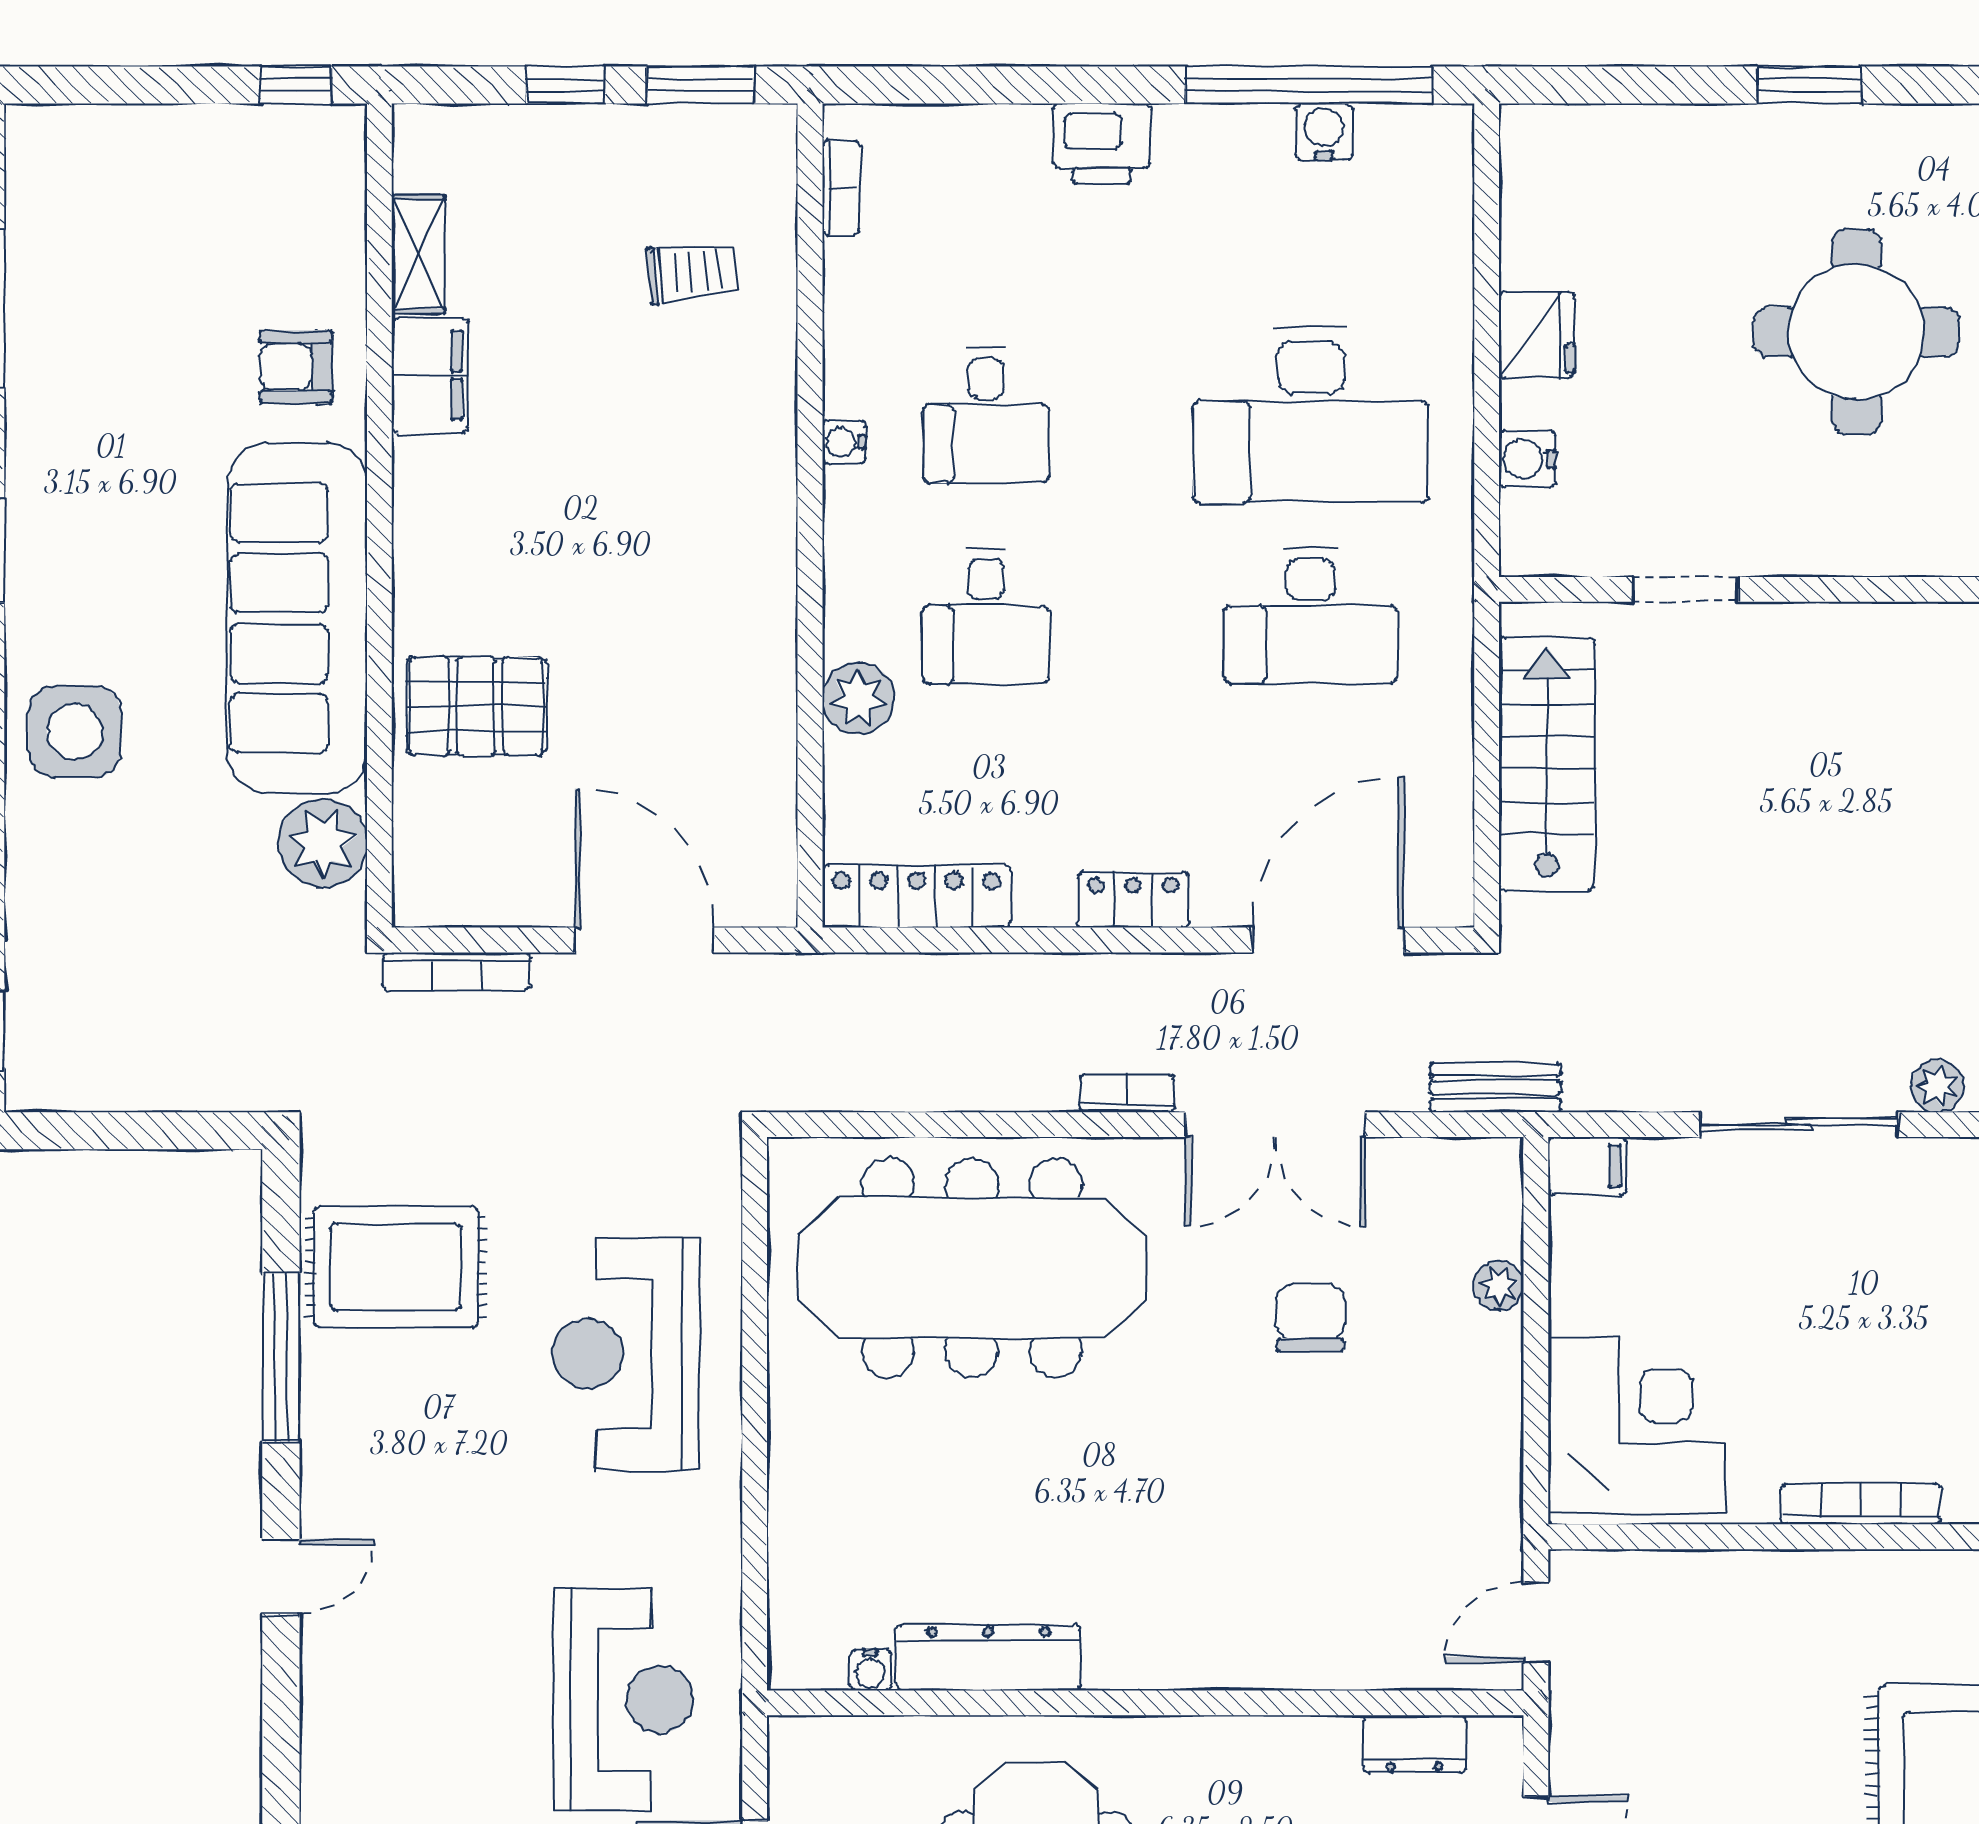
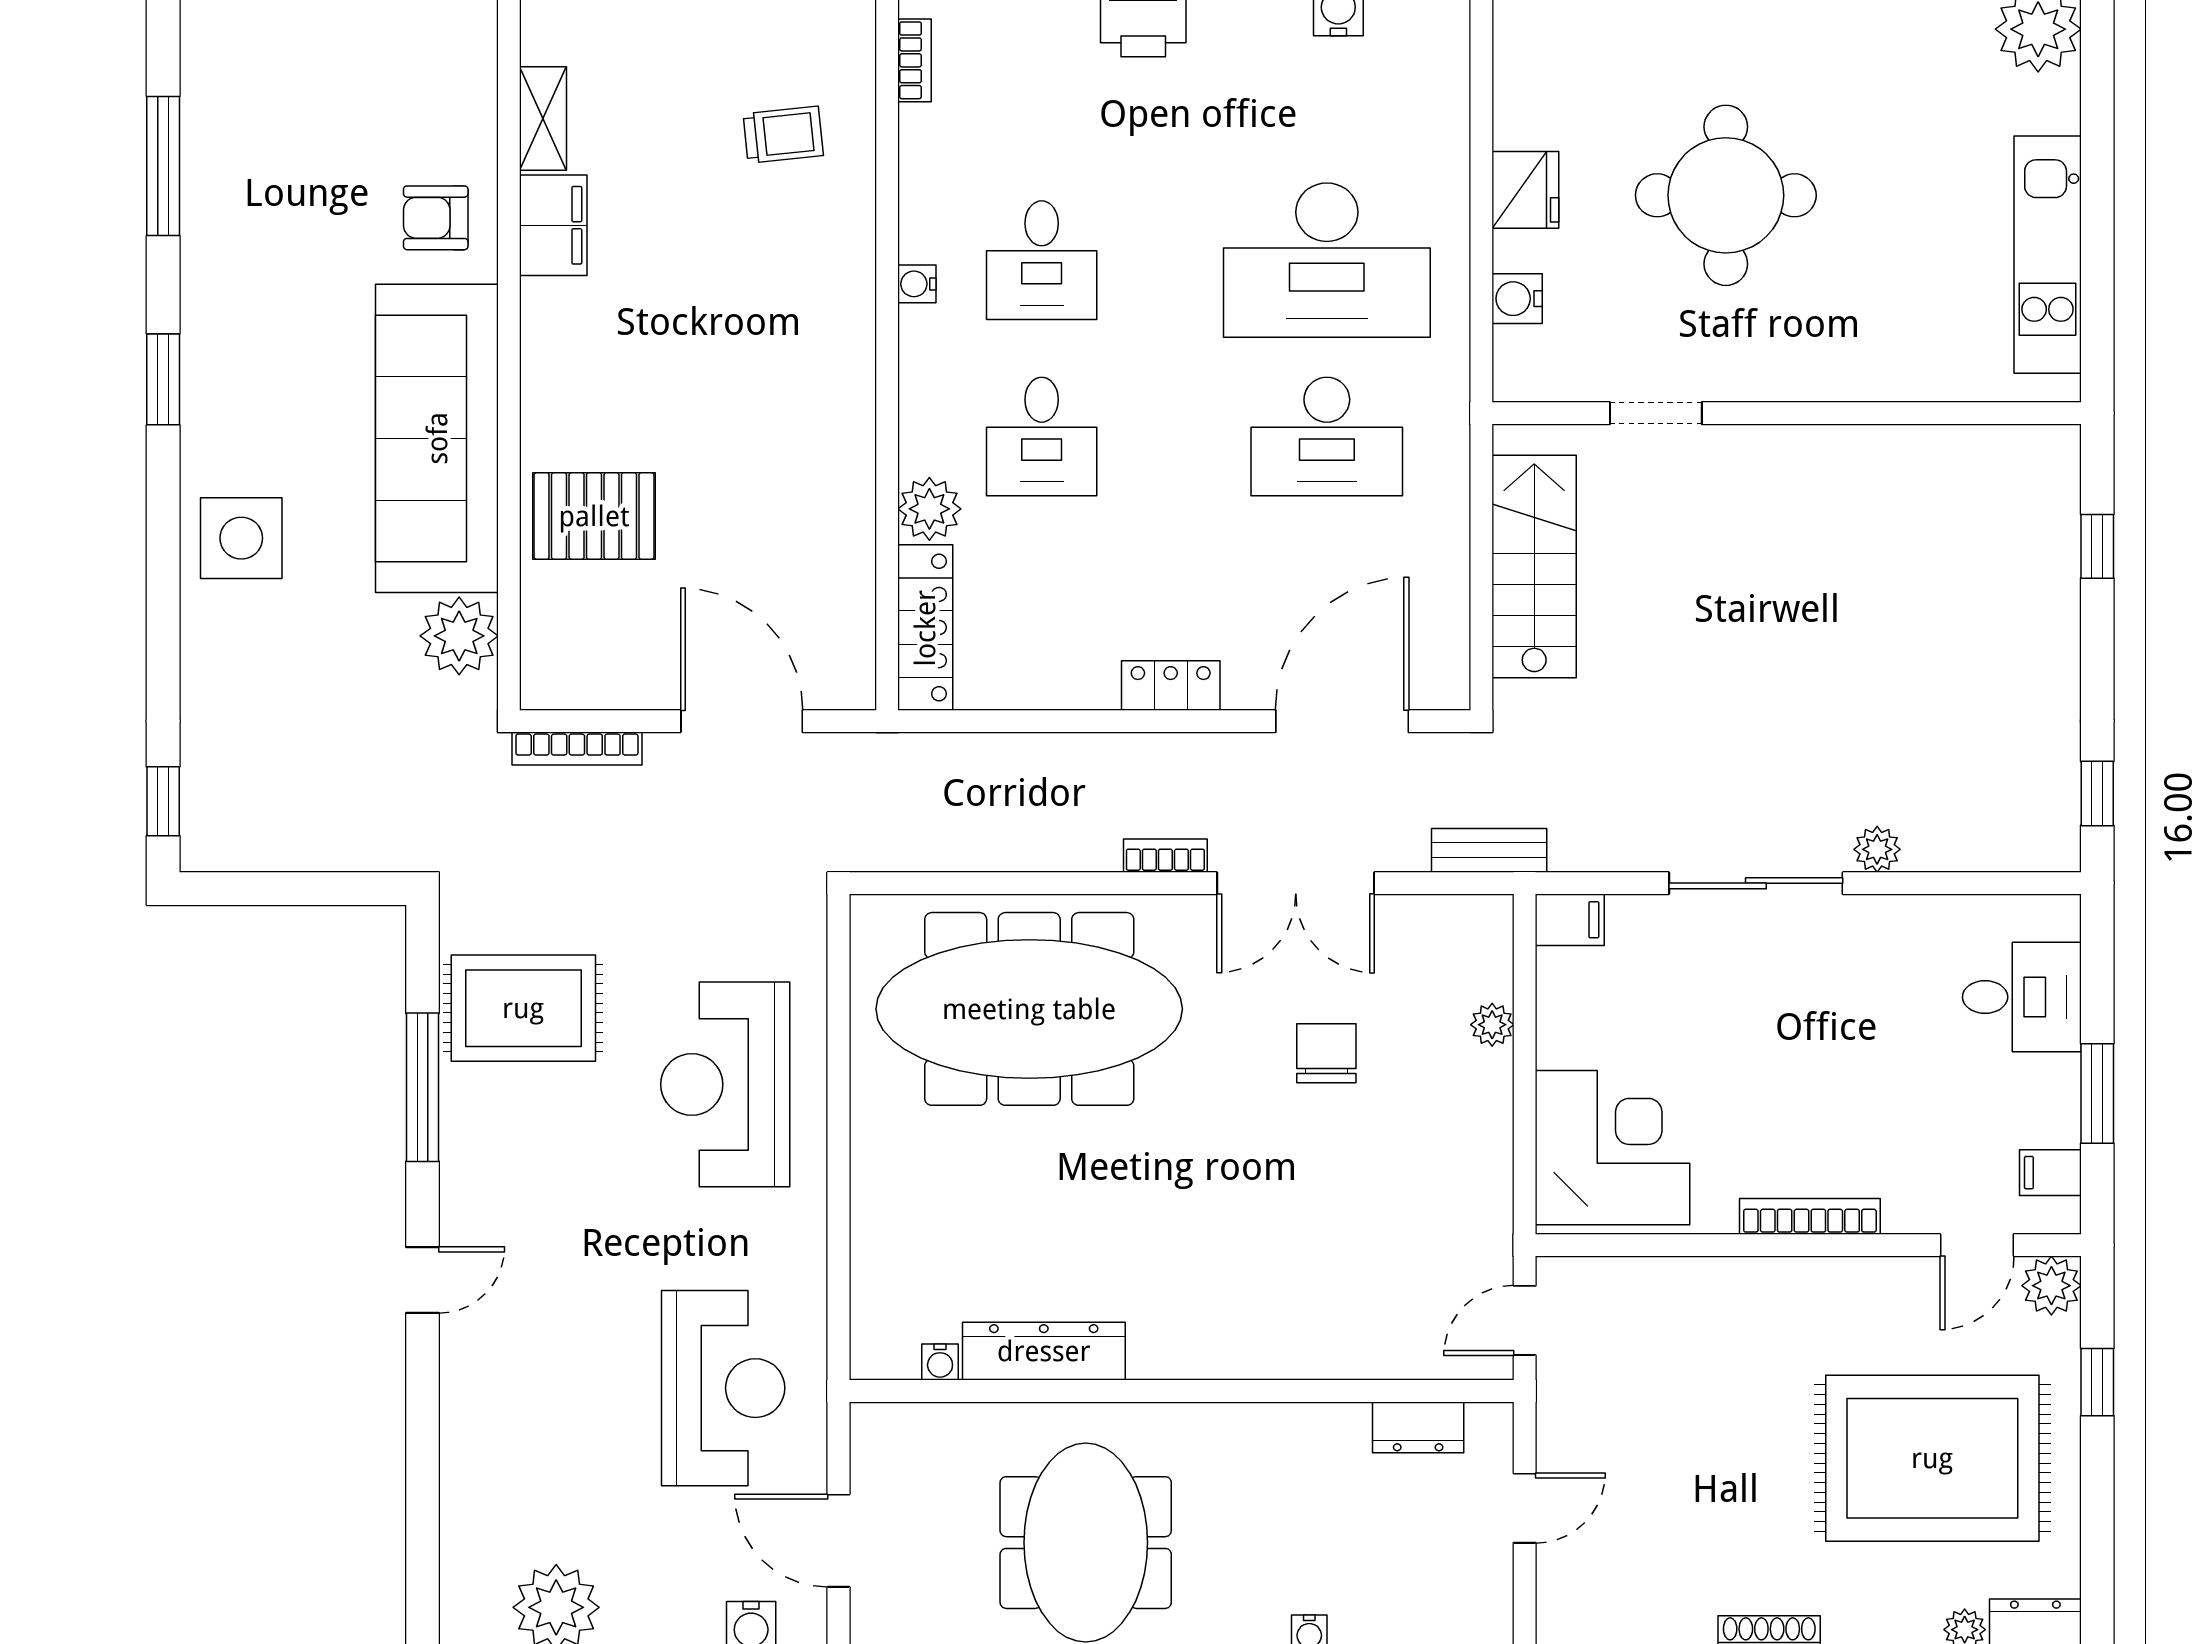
round table: (1856, 332) -> (1726, 195), moved
locker: (917, 897) -> (925, 628), moved, turned 90

